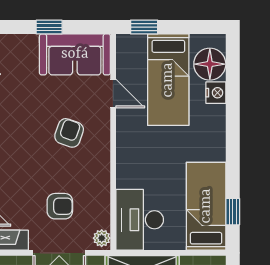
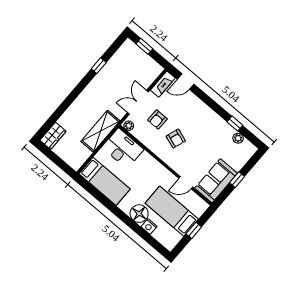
window: (144, 27) -> (194, 230), moved
floor lamp: (210, 64) -> (139, 214), moved
armchair: (69, 133) -> (176, 139), moved
window: (233, 212) -> (93, 191), removed

